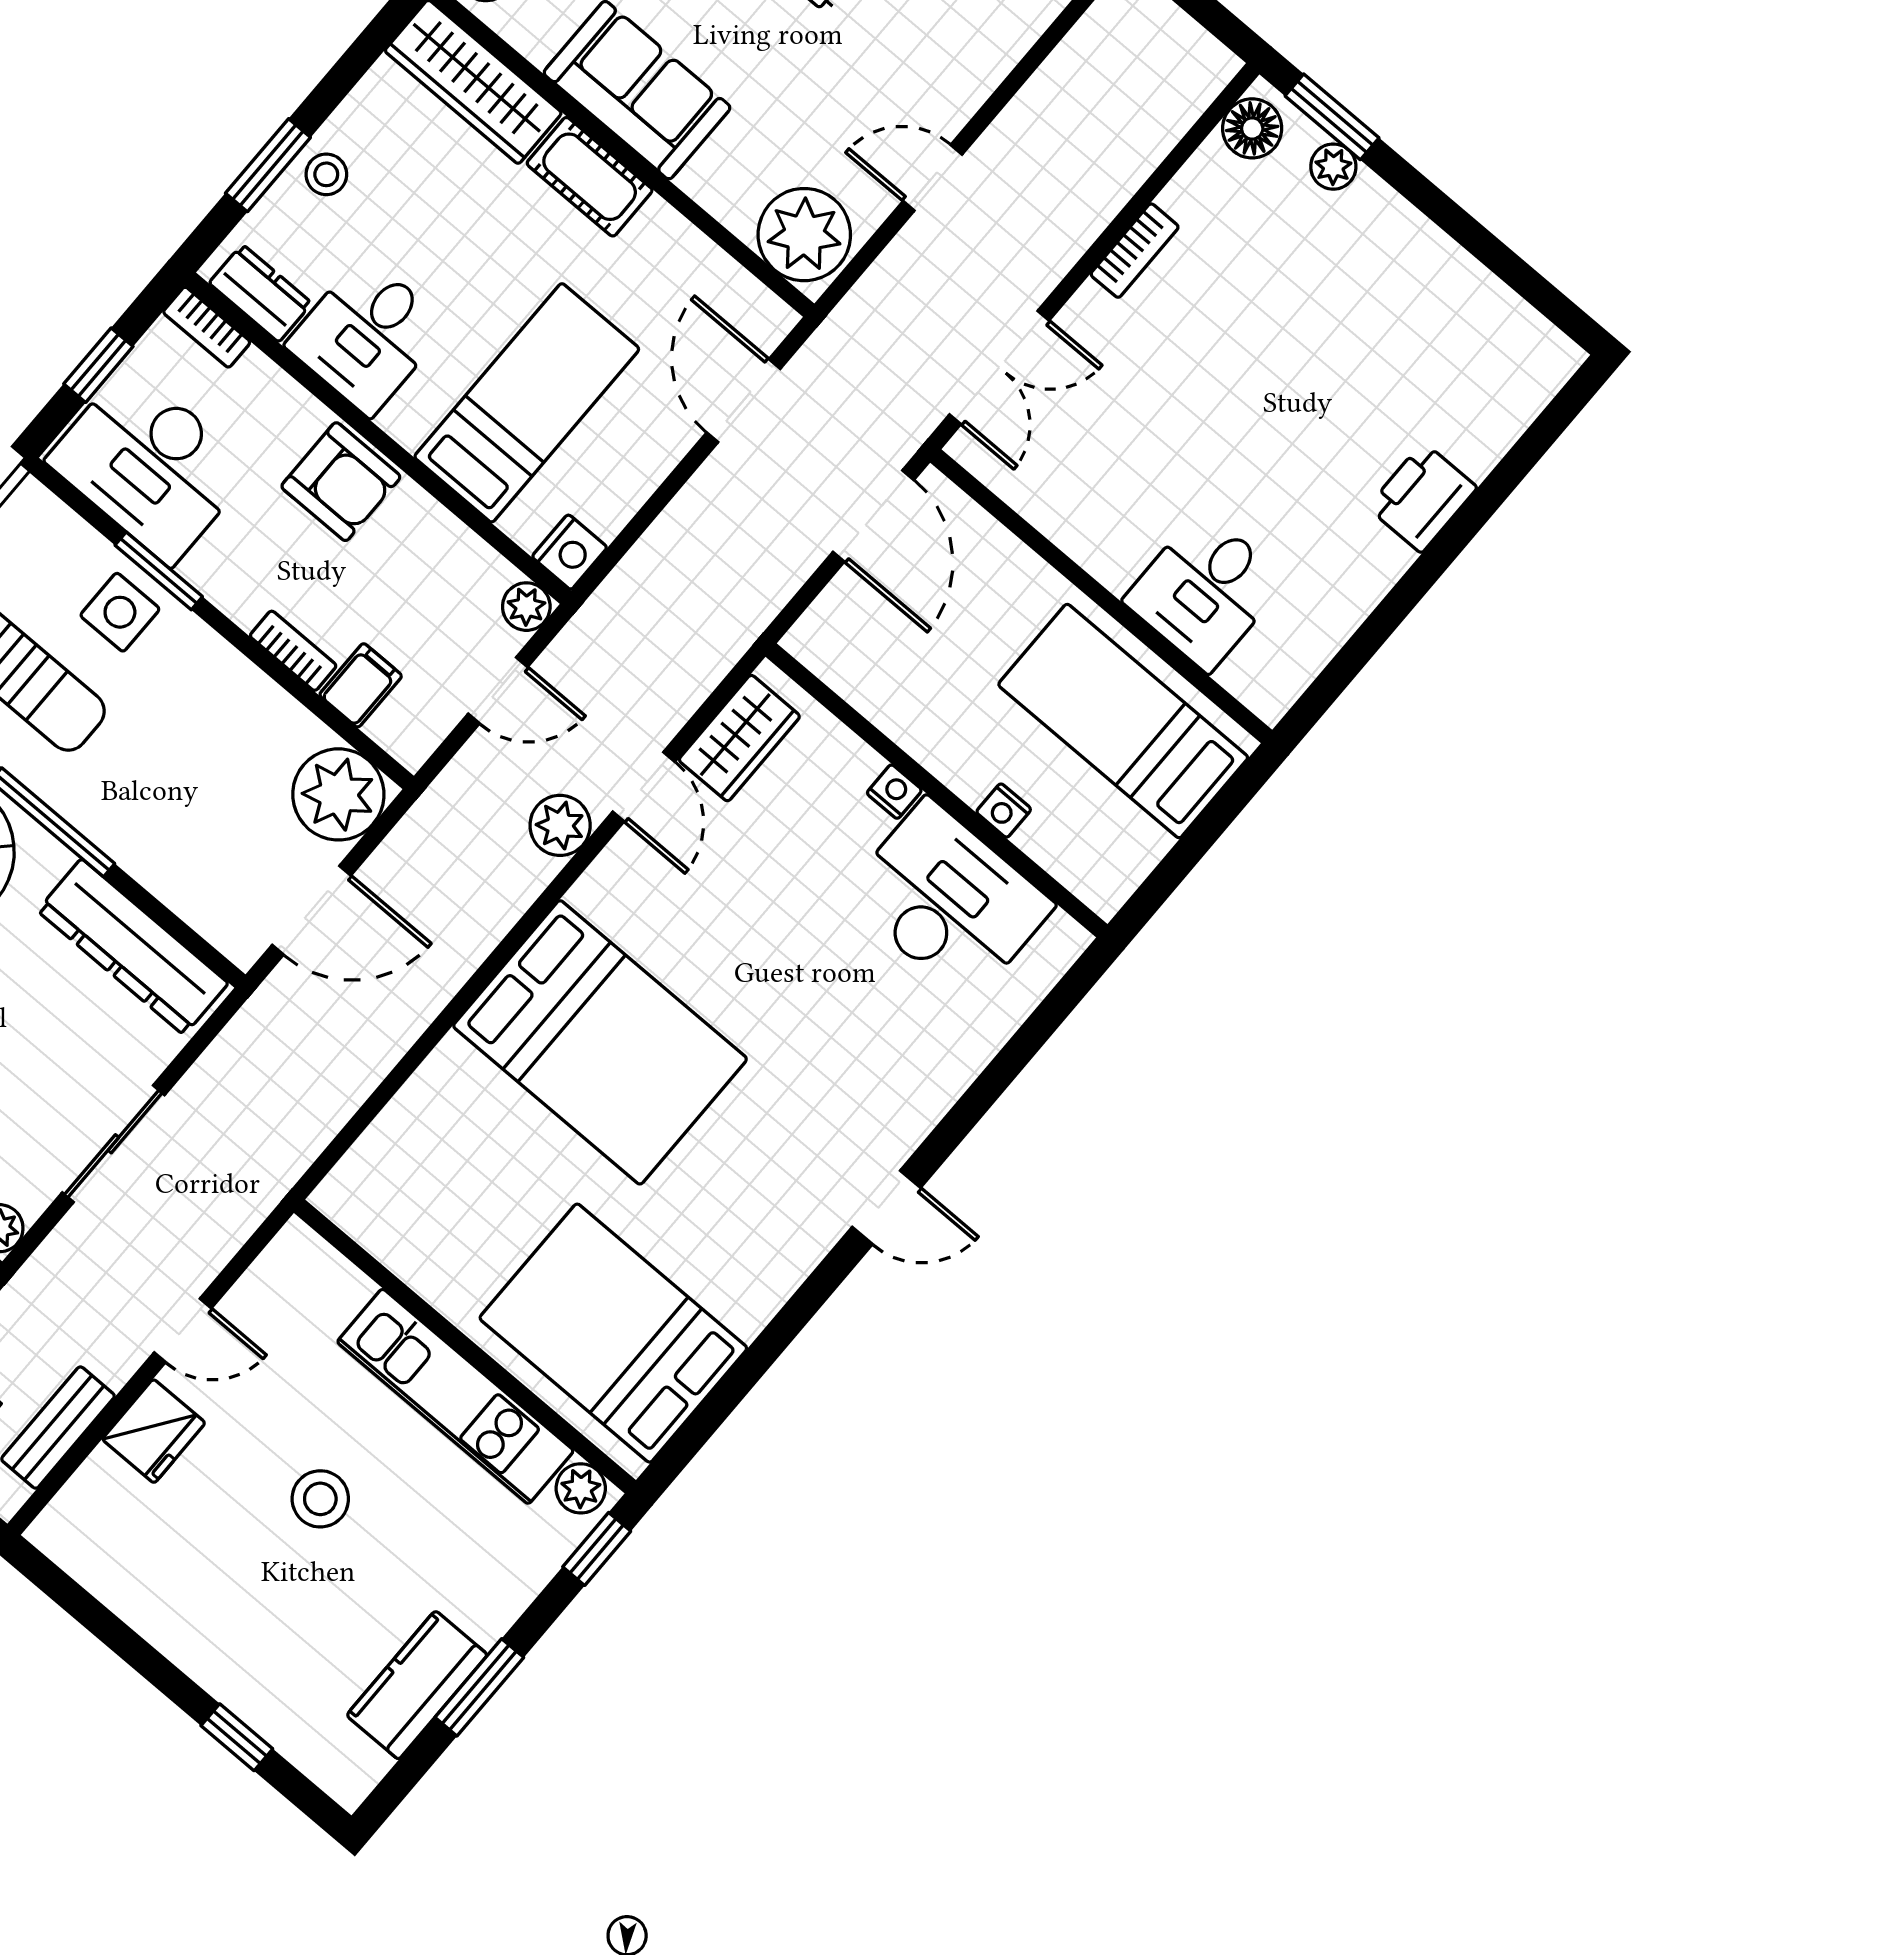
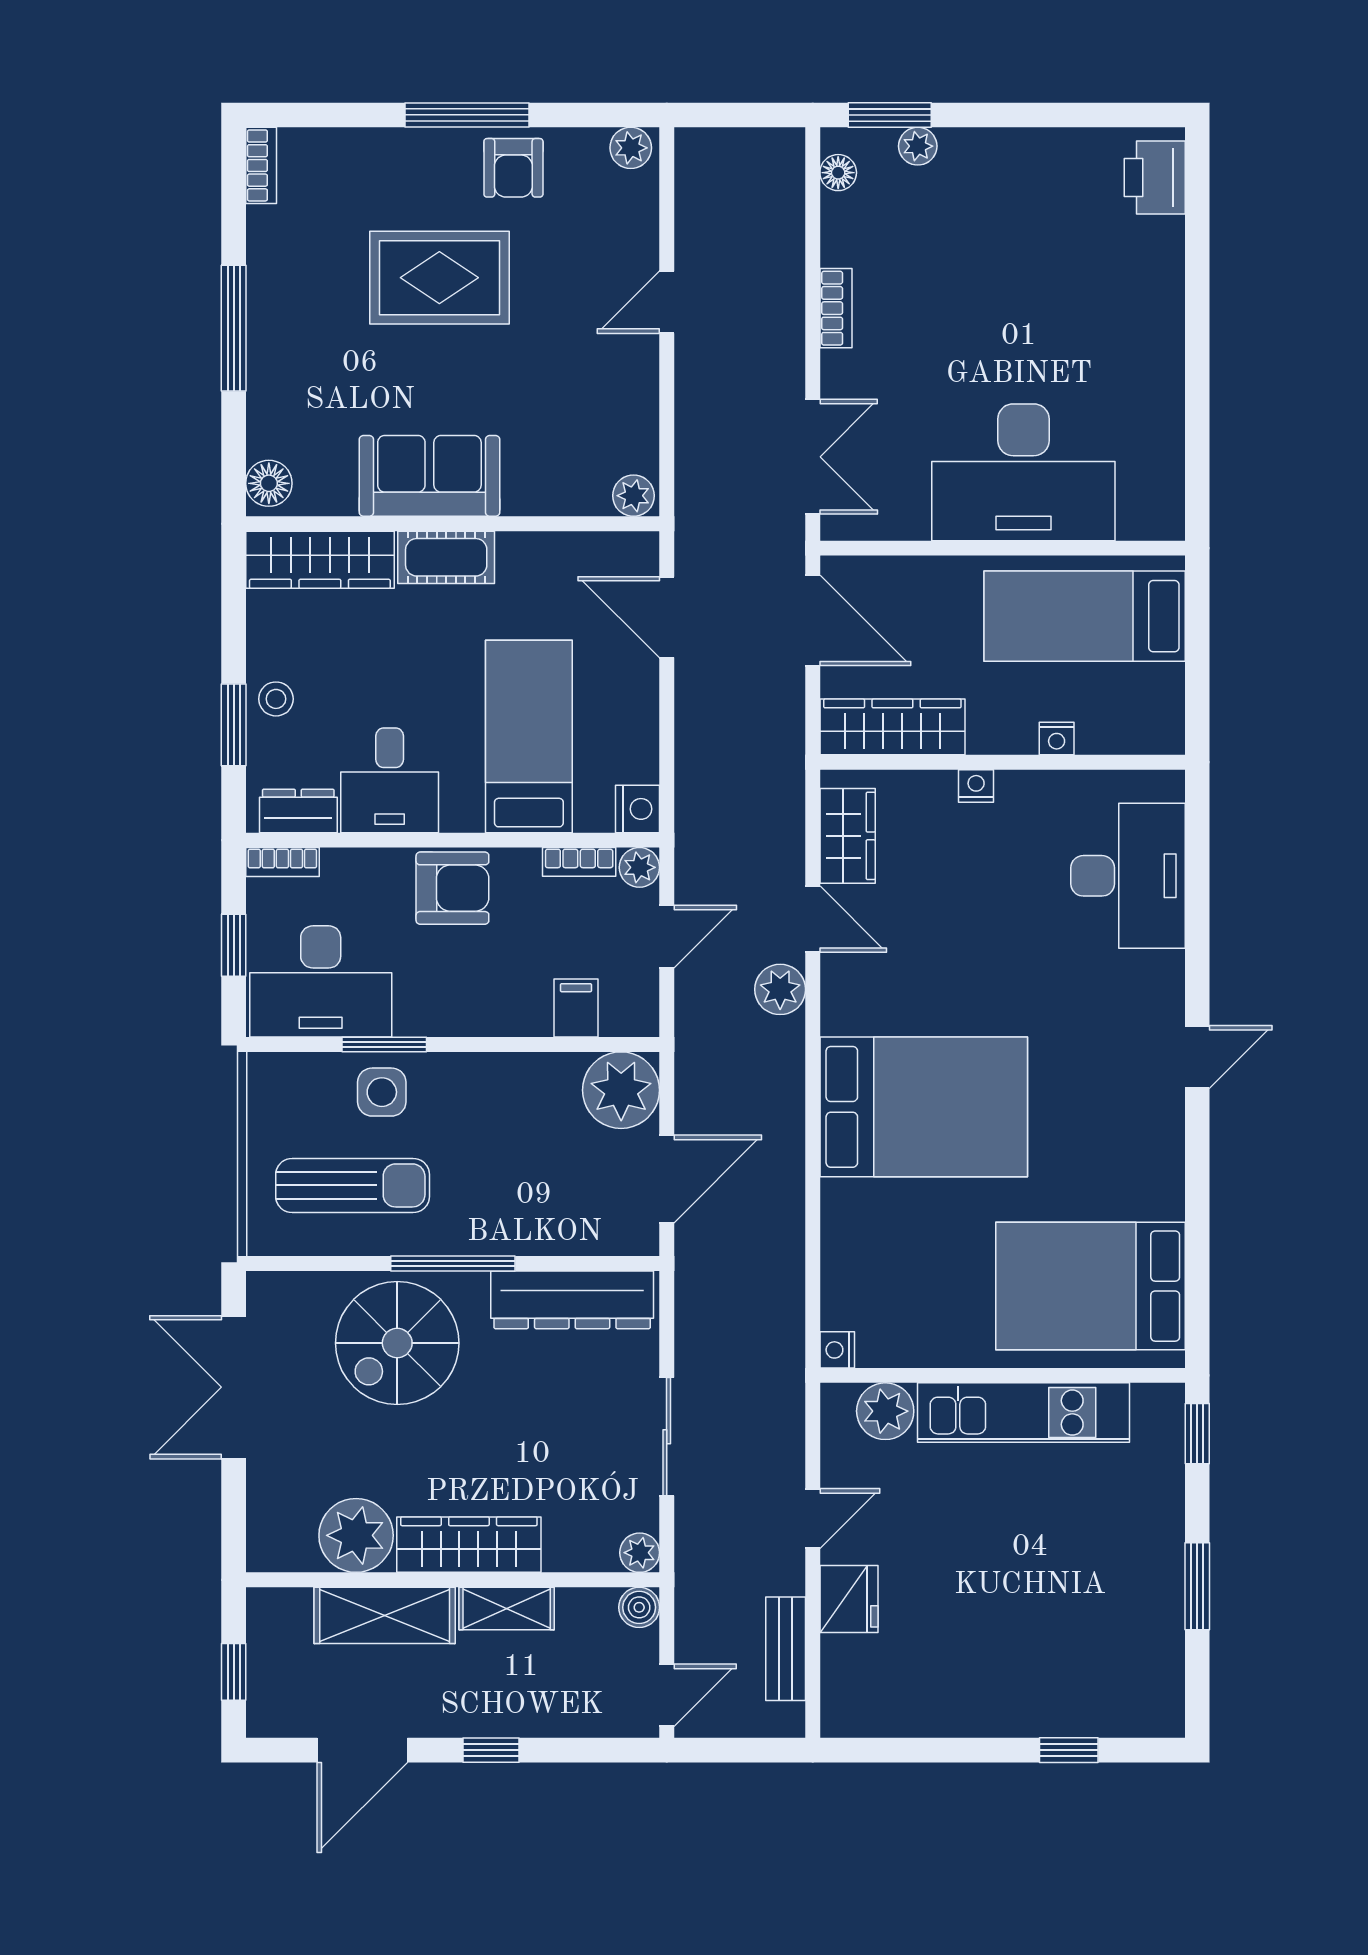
floor lamp: (1252, 128) -> (838, 173), width x0.73, depth x0.73
door: (933, 178) -> (667, 302), moved
plant: (804, 235) -> (634, 496), width x0.53, depth x0.53
printer: (1422, 497) -> (1155, 177), moved
desk: (1205, 591) -> (1023, 472), width x1.87, depth x1.30
bookcase: (293, 651) -> (579, 862), moved, turned 180
wardrobe: (864, 674) -> (892, 727), added
desk: (948, 901) -> (1128, 876), moved, turned 90
nightstand: (335, 1196) -> (837, 1350), added
plant: (581, 1488) -> (885, 1411), moved, width x1.38, depth x1.38
stool: (320, 1499) -> (993, 1552), removed
kitchen counter: (417, 1685) -> (1156, 1619), removed

